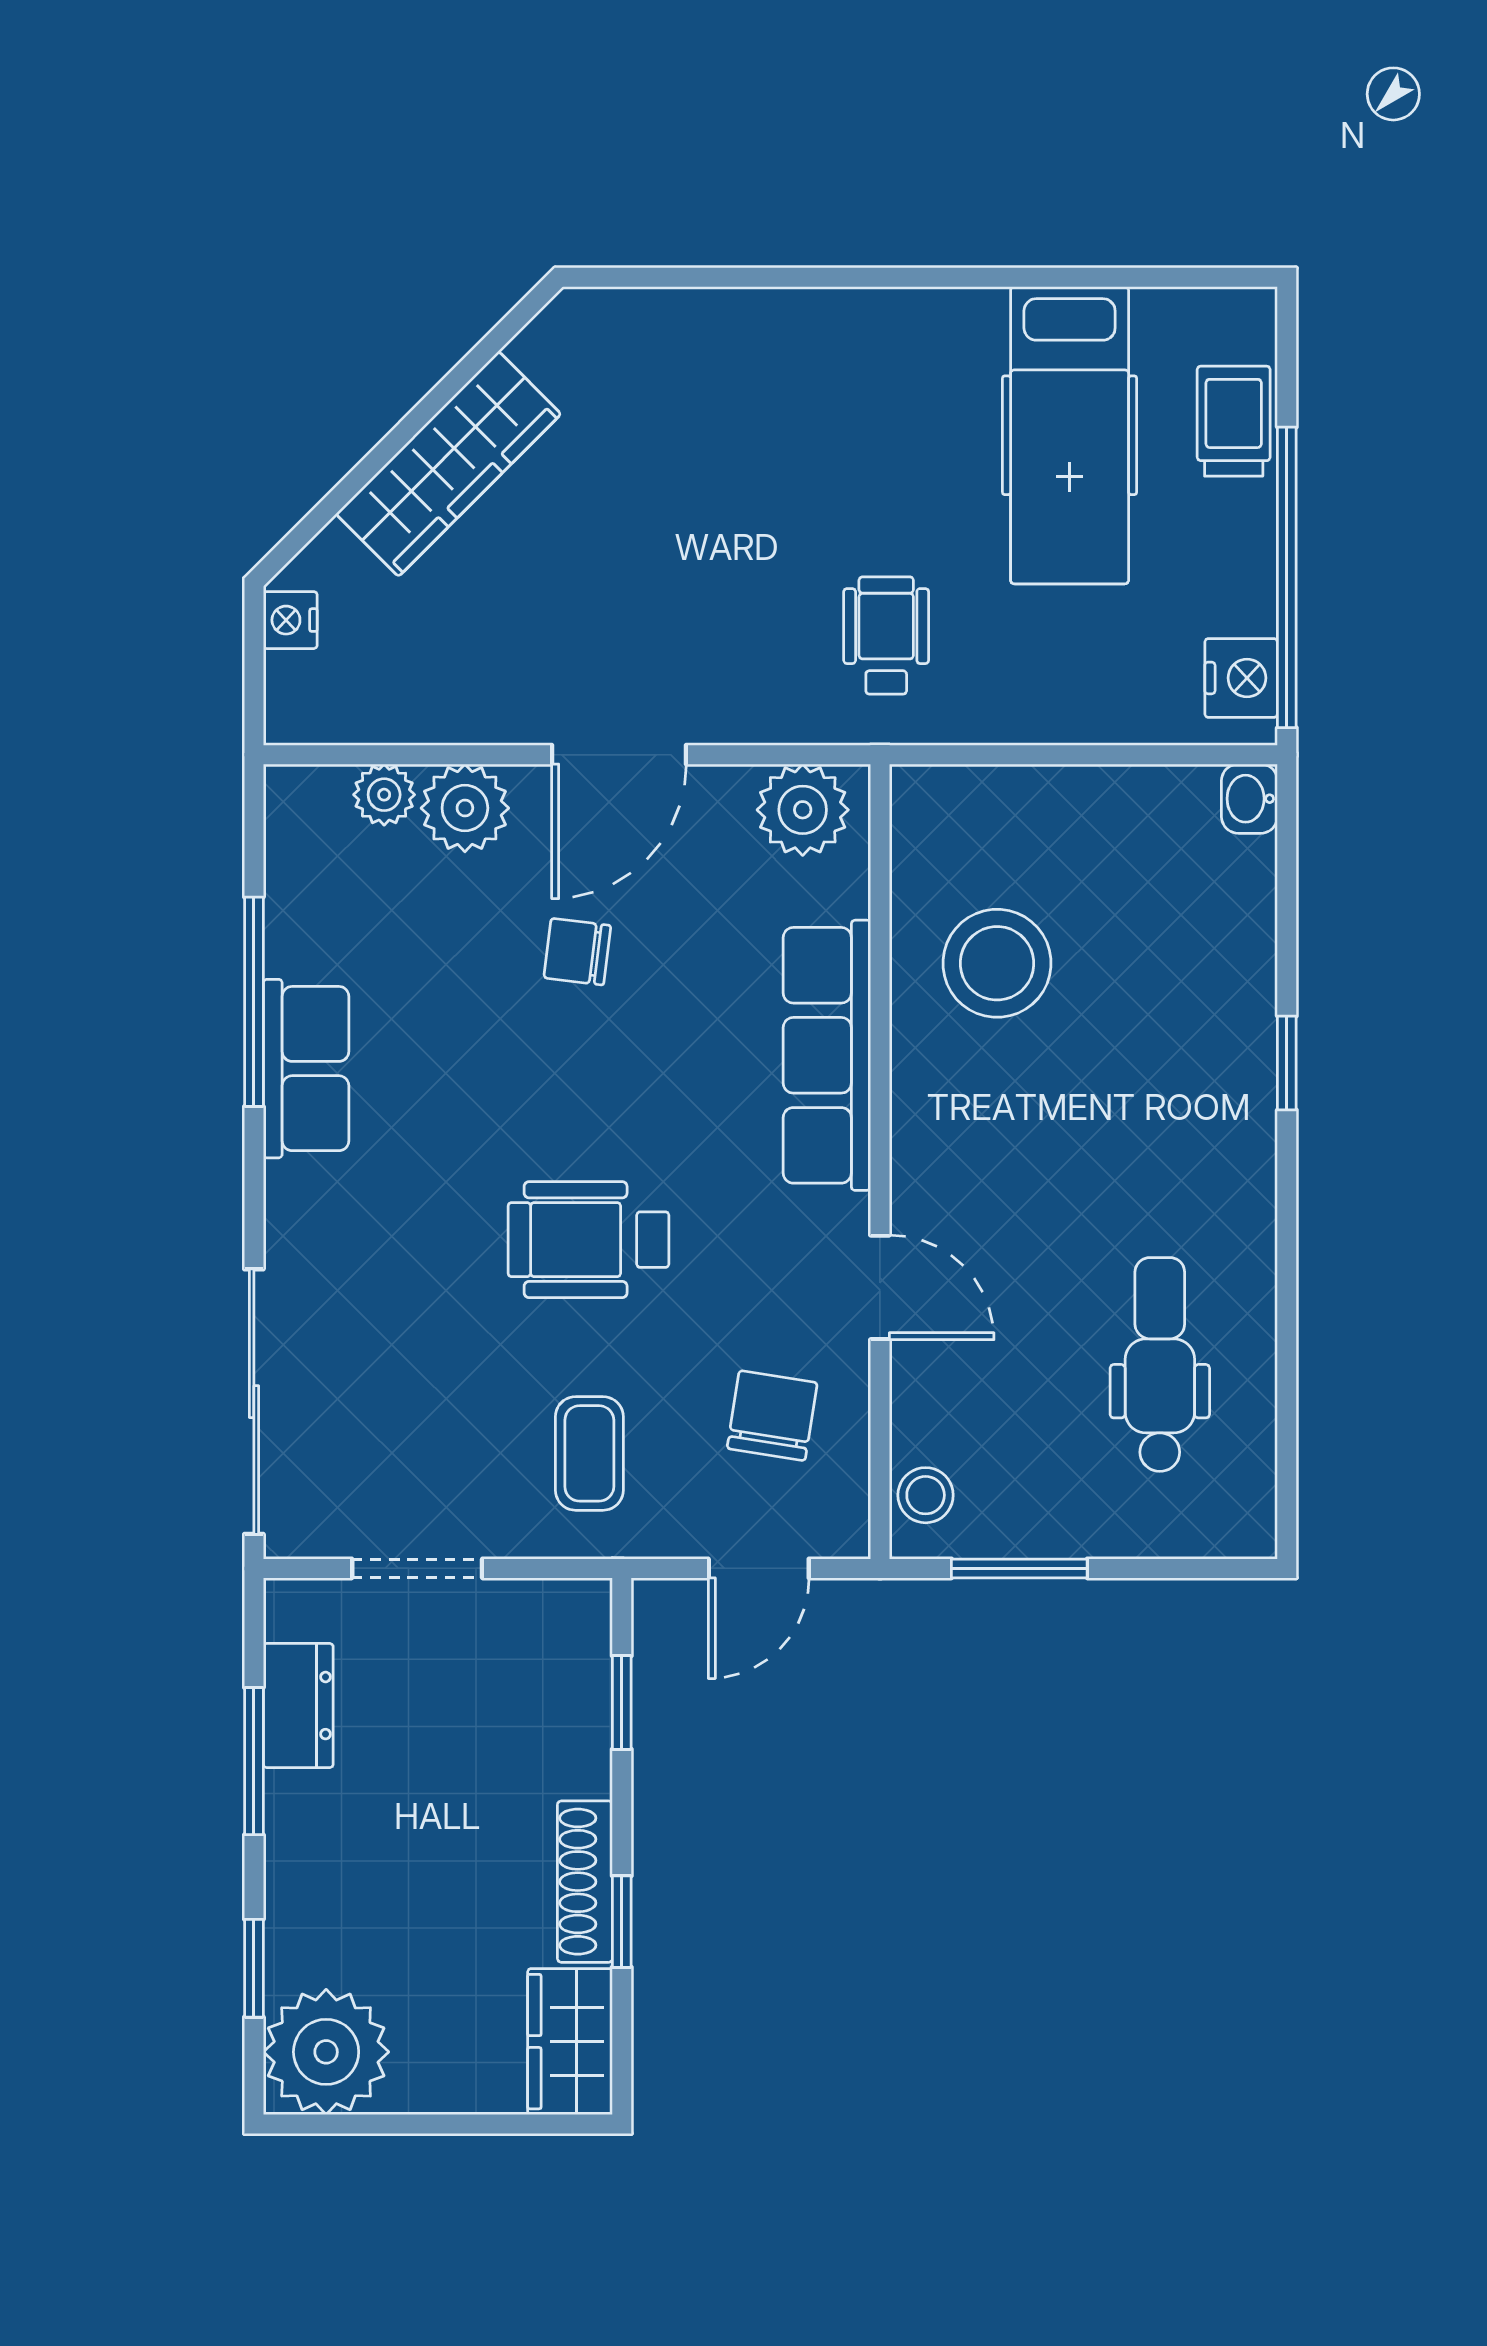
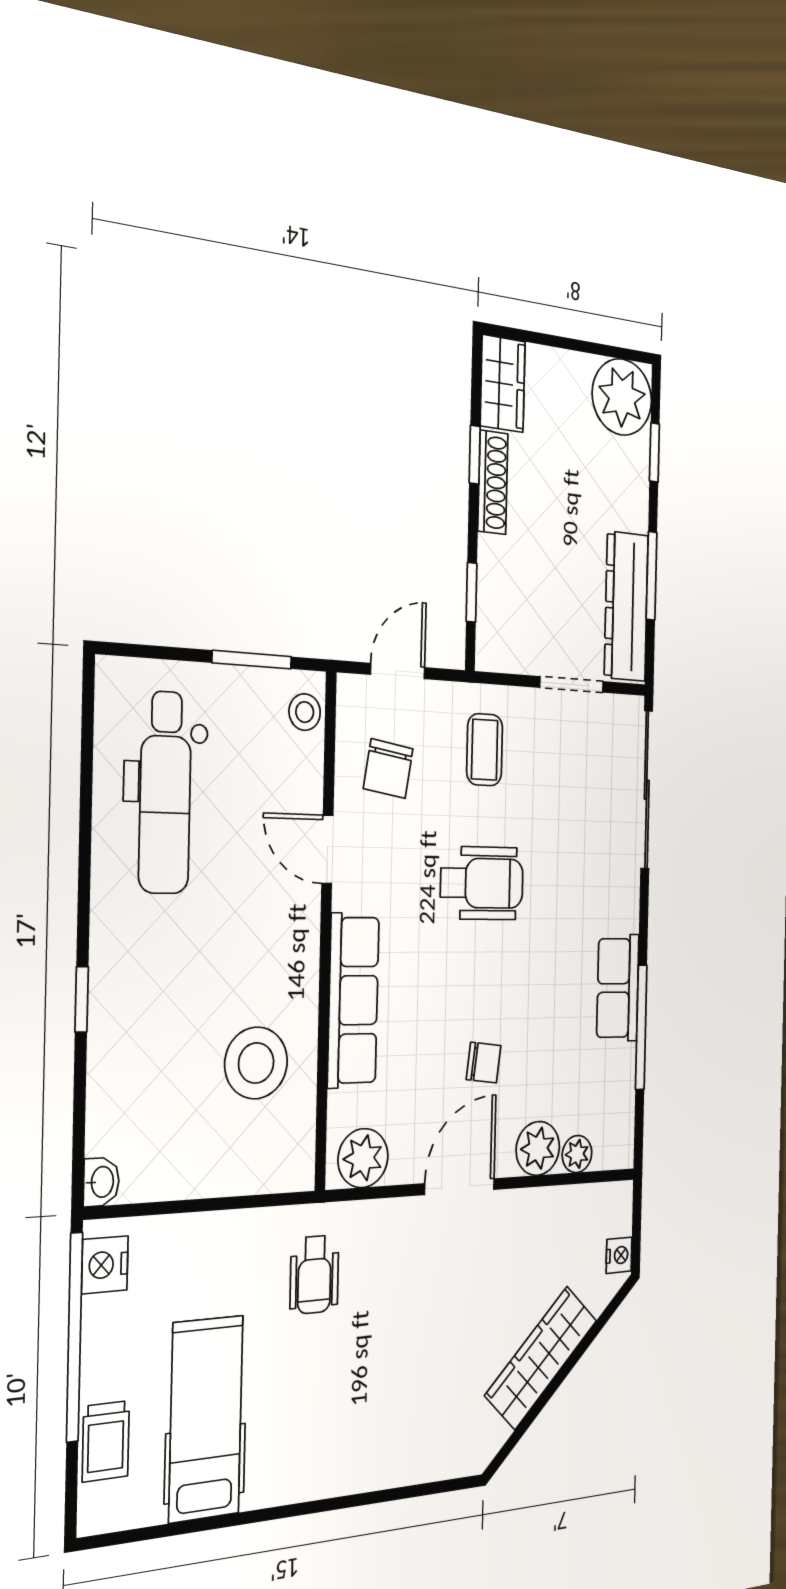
dental chair: (1160, 1364) -> (165, 793), width x1.36, depth x1.38
dresser: (298, 1706) -> (626, 606), width x1.96, depth x1.24

